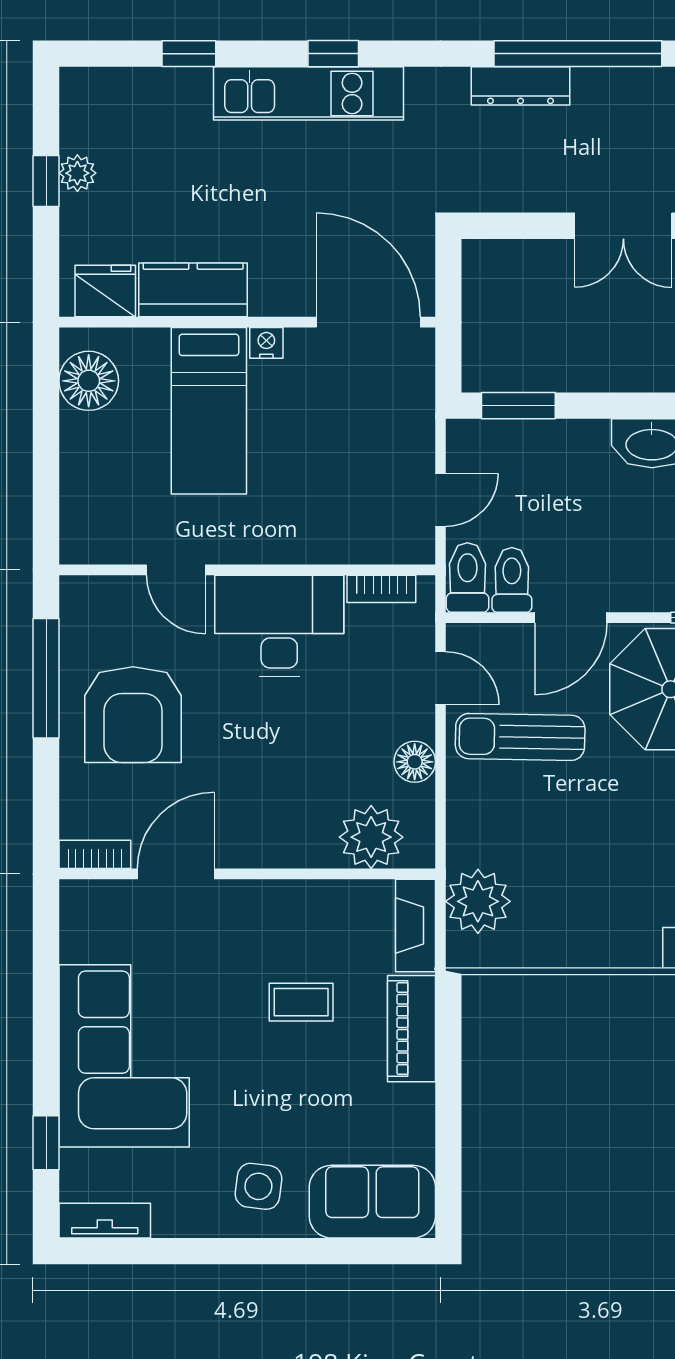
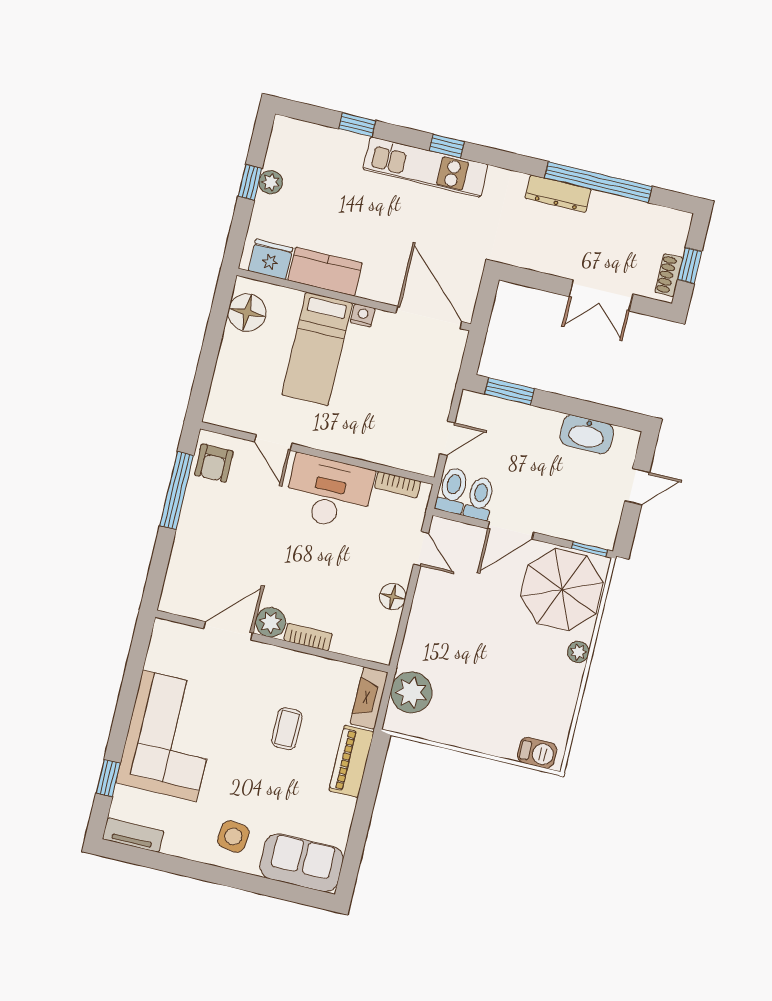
armchair: (133, 715) -> (214, 463), moved, width x0.53, depth x0.53
sun lounger: (520, 737) -> (462, 597), removed
plant: (371, 837) -> (271, 622), moved, width x0.73, depth x0.73
bookcase: (95, 854) -> (308, 637), moved
coffee table: (301, 1002) -> (287, 729), turned 90

